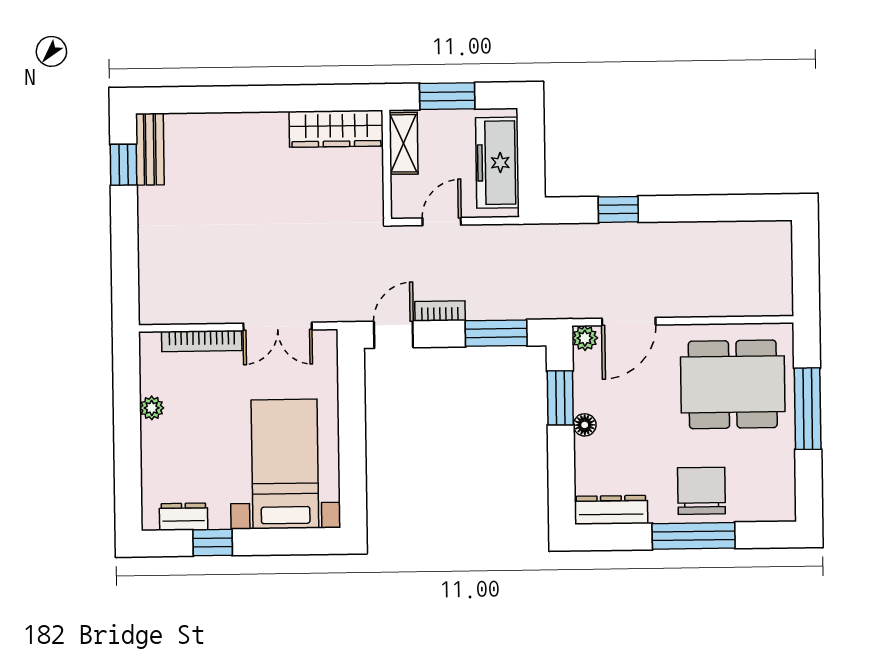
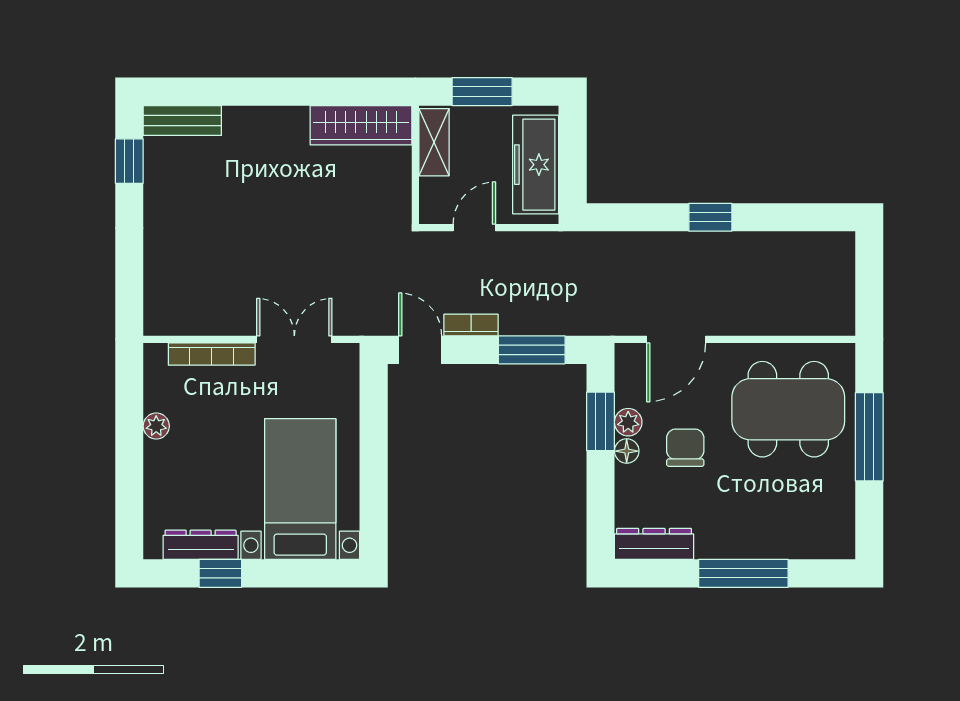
bench: (150, 149) -> (182, 120), moved, turned 90
window: (618, 209) -> (710, 217), moved
double door: (278, 327) -> (294, 339), swing flipped
door: (394, 335) -> (420, 350), hinge flipped
plant: (585, 338) -> (628, 422), moved
chair: (701, 491) -> (685, 448), moved, width x0.73, depth x0.73
dresser: (184, 517) -> (201, 545), width x1.44

